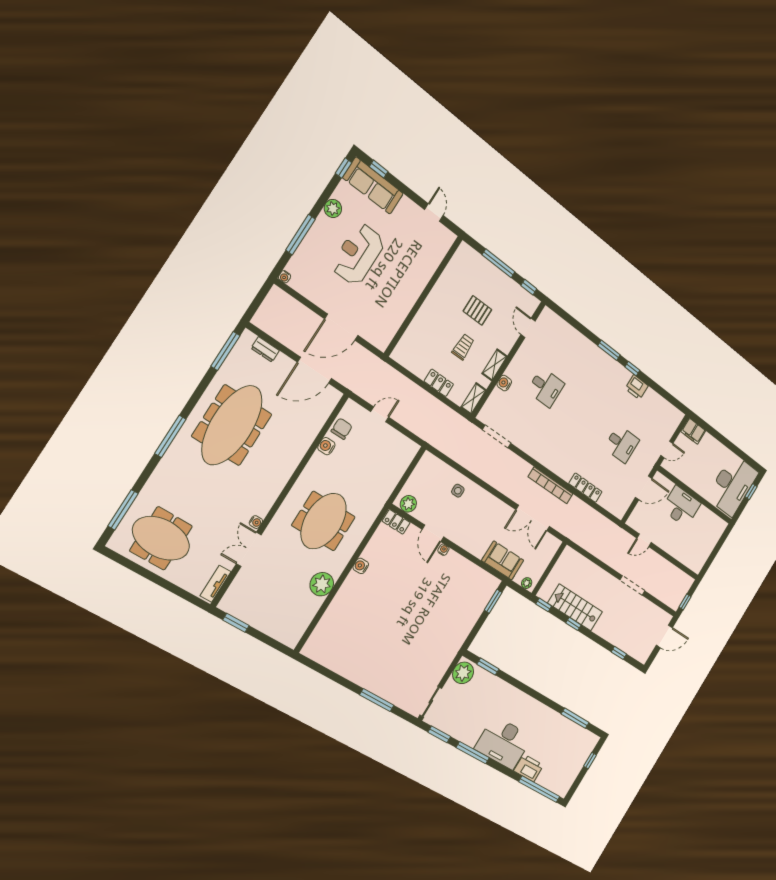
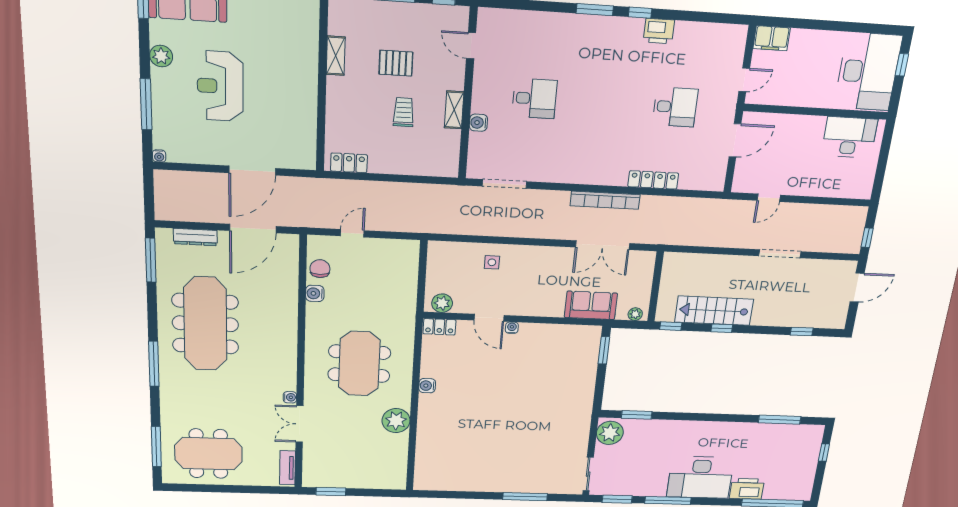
dresser: (265, 349) -> (195, 237), width x1.44
locker: (439, 383) -> (349, 163), moved
shelving: (473, 399) -> (336, 56), moved
desk: (681, 506) -> (849, 137), moved

